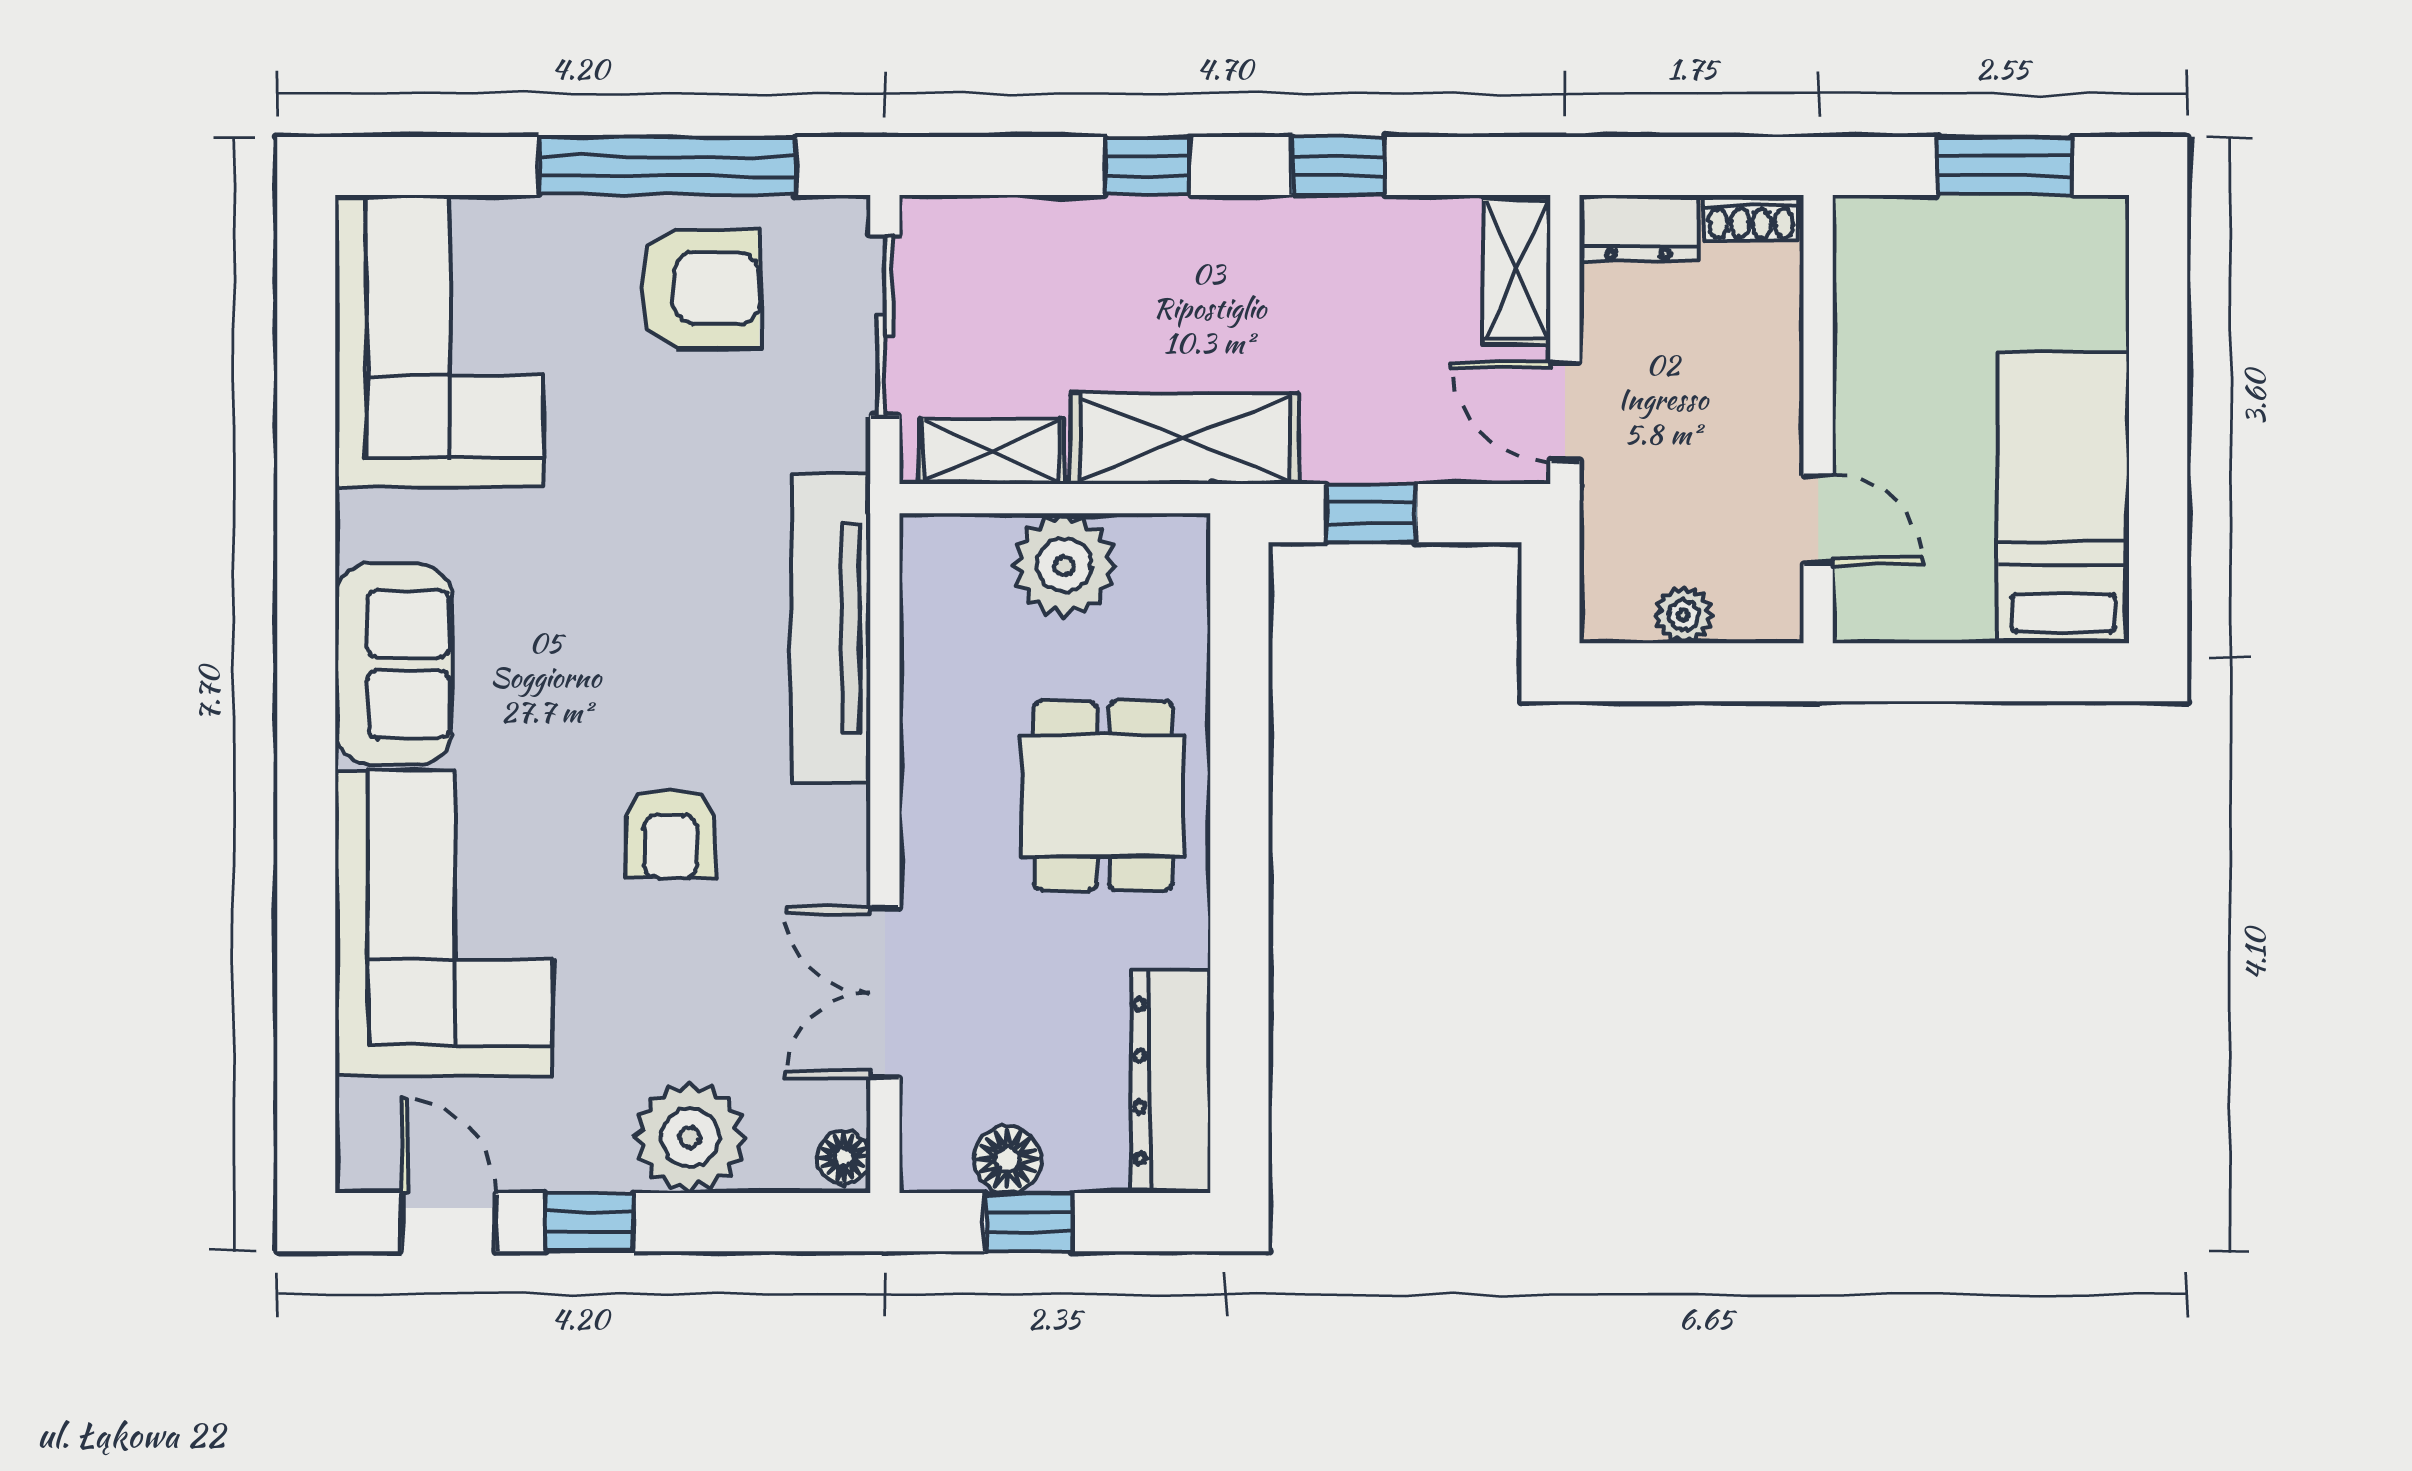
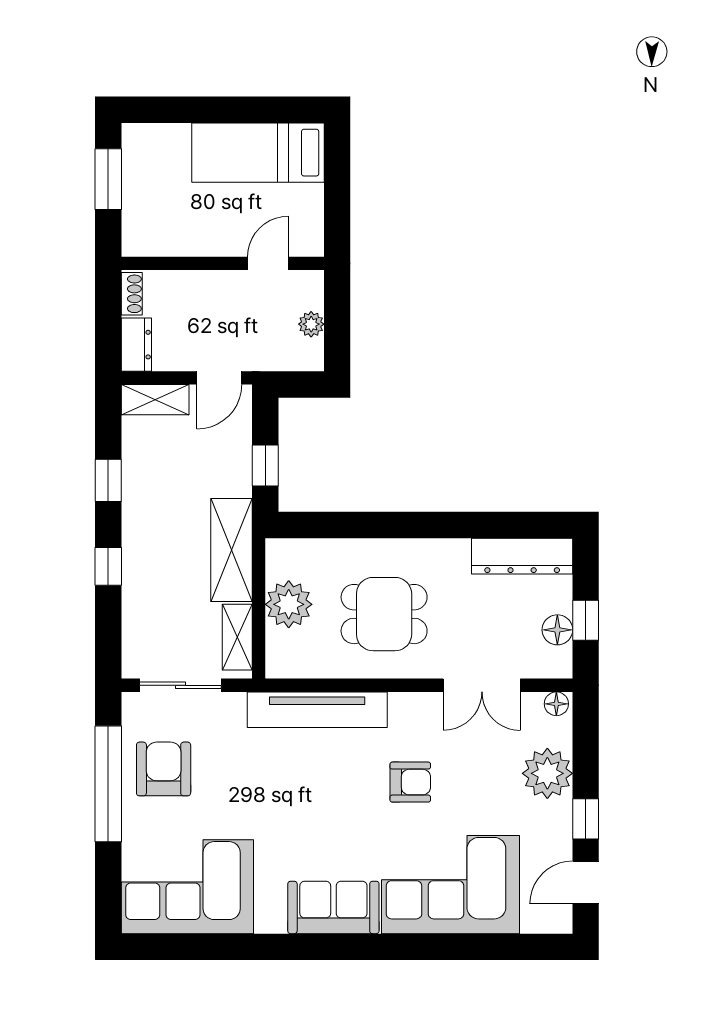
dining table: (1103, 796) -> (384, 614), moved

